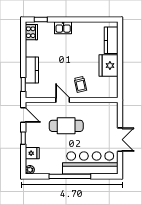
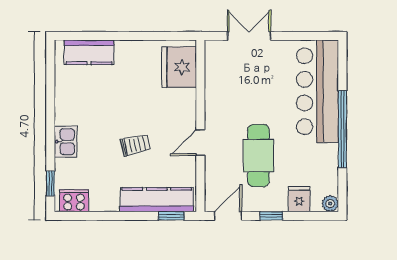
fridge: (109, 66) -> (179, 67), moved, turned 90
kitchen counter: (32, 70) -> (157, 200), width x1.50
trolley: (80, 84) -> (135, 145), moved
cafe table: (66, 126) -> (258, 156), moved
double door: (120, 140) -> (249, 36), moved

